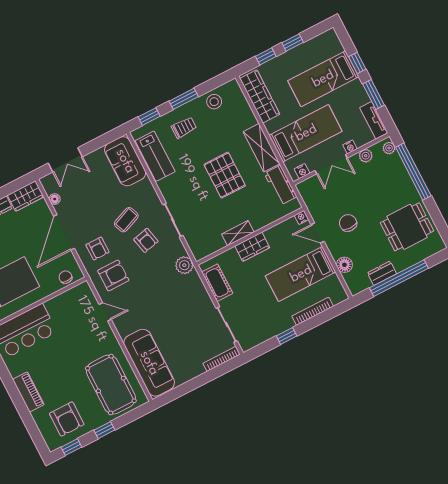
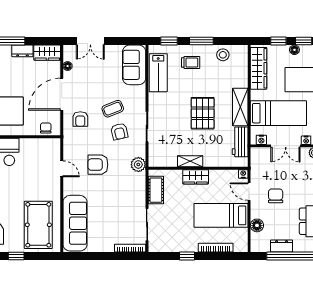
floor lamp: (288, 57) -> (294, 50), added
armchair: (113, 275) -> (98, 165), moved, turned 180

